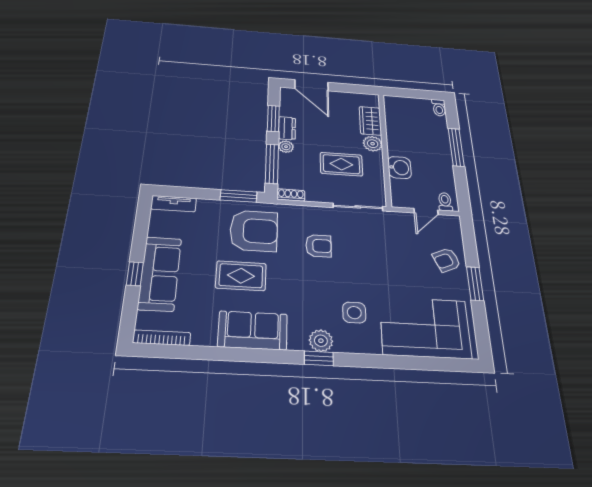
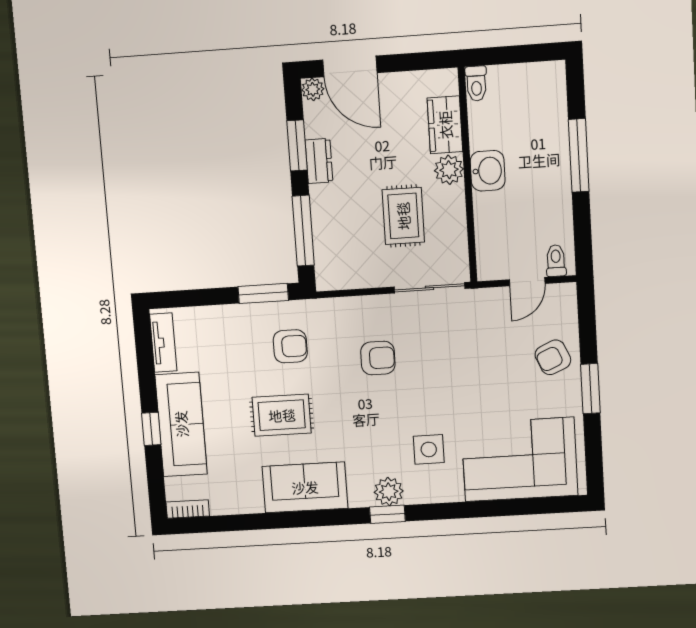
toilet: (439, 108) -> (476, 84), moved
plant: (286, 147) -> (313, 89), moved
rug: (341, 164) -> (403, 216), turned 90
washbasin: (400, 168) -> (488, 171), moved
shoe rack: (291, 195) -> (335, 281), removed
tv unit: (174, 204) -> (163, 343), moved, turned -90
armchair: (254, 231) -> (290, 346), width x0.53, depth x0.53
bookcase: (162, 338) -> (188, 509), width x0.64

